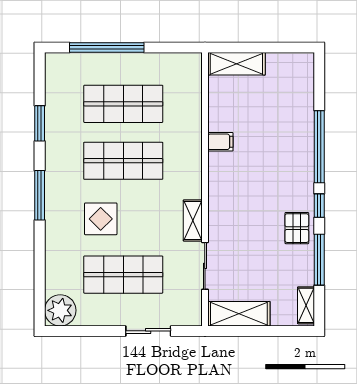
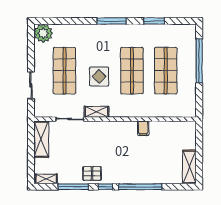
shelving: (236, 64) -> (189, 167), moved
display table: (101, 219) -> (99, 76), moved

